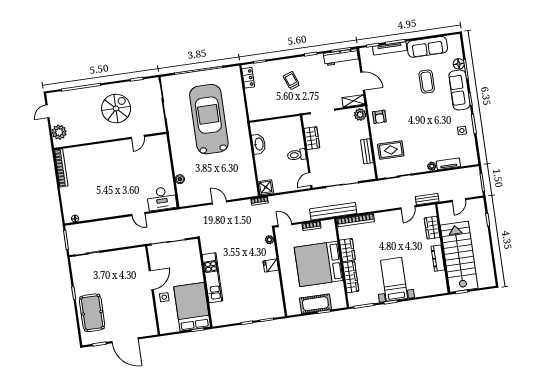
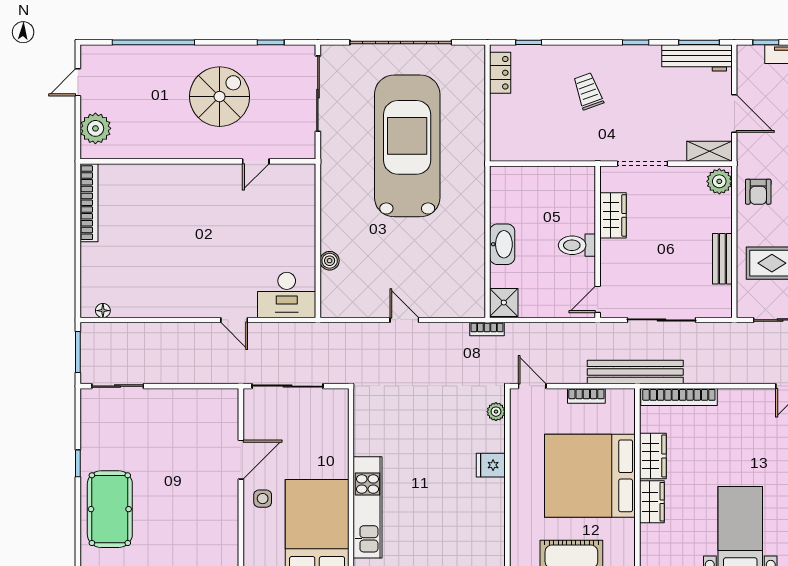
washbasin: (259, 144) -> (502, 244), moved
wardrobe: (351, 277) -> (652, 502), width x0.67
kitchen unit: (212, 278) -> (367, 507), moved

